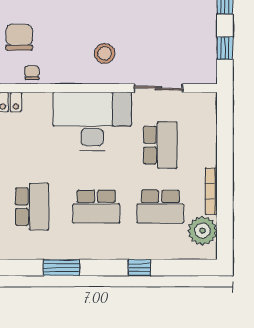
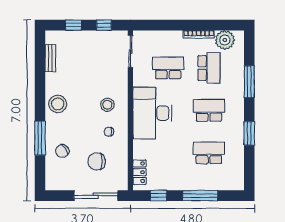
chair: (32, 73) -> (109, 132), moved
sliding door: (159, 88) -> (130, 51), moved
school desk: (96, 207) -> (209, 110), turned -90
window: (139, 267) -> (249, 82), width x2.17

